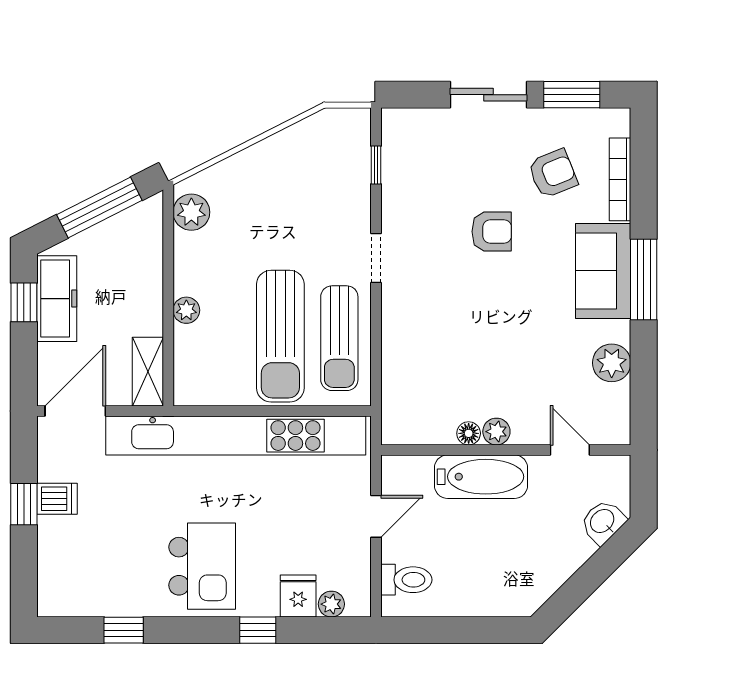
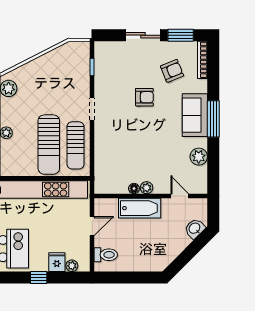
bookcase: (620, 179) -> (203, 60), moved

